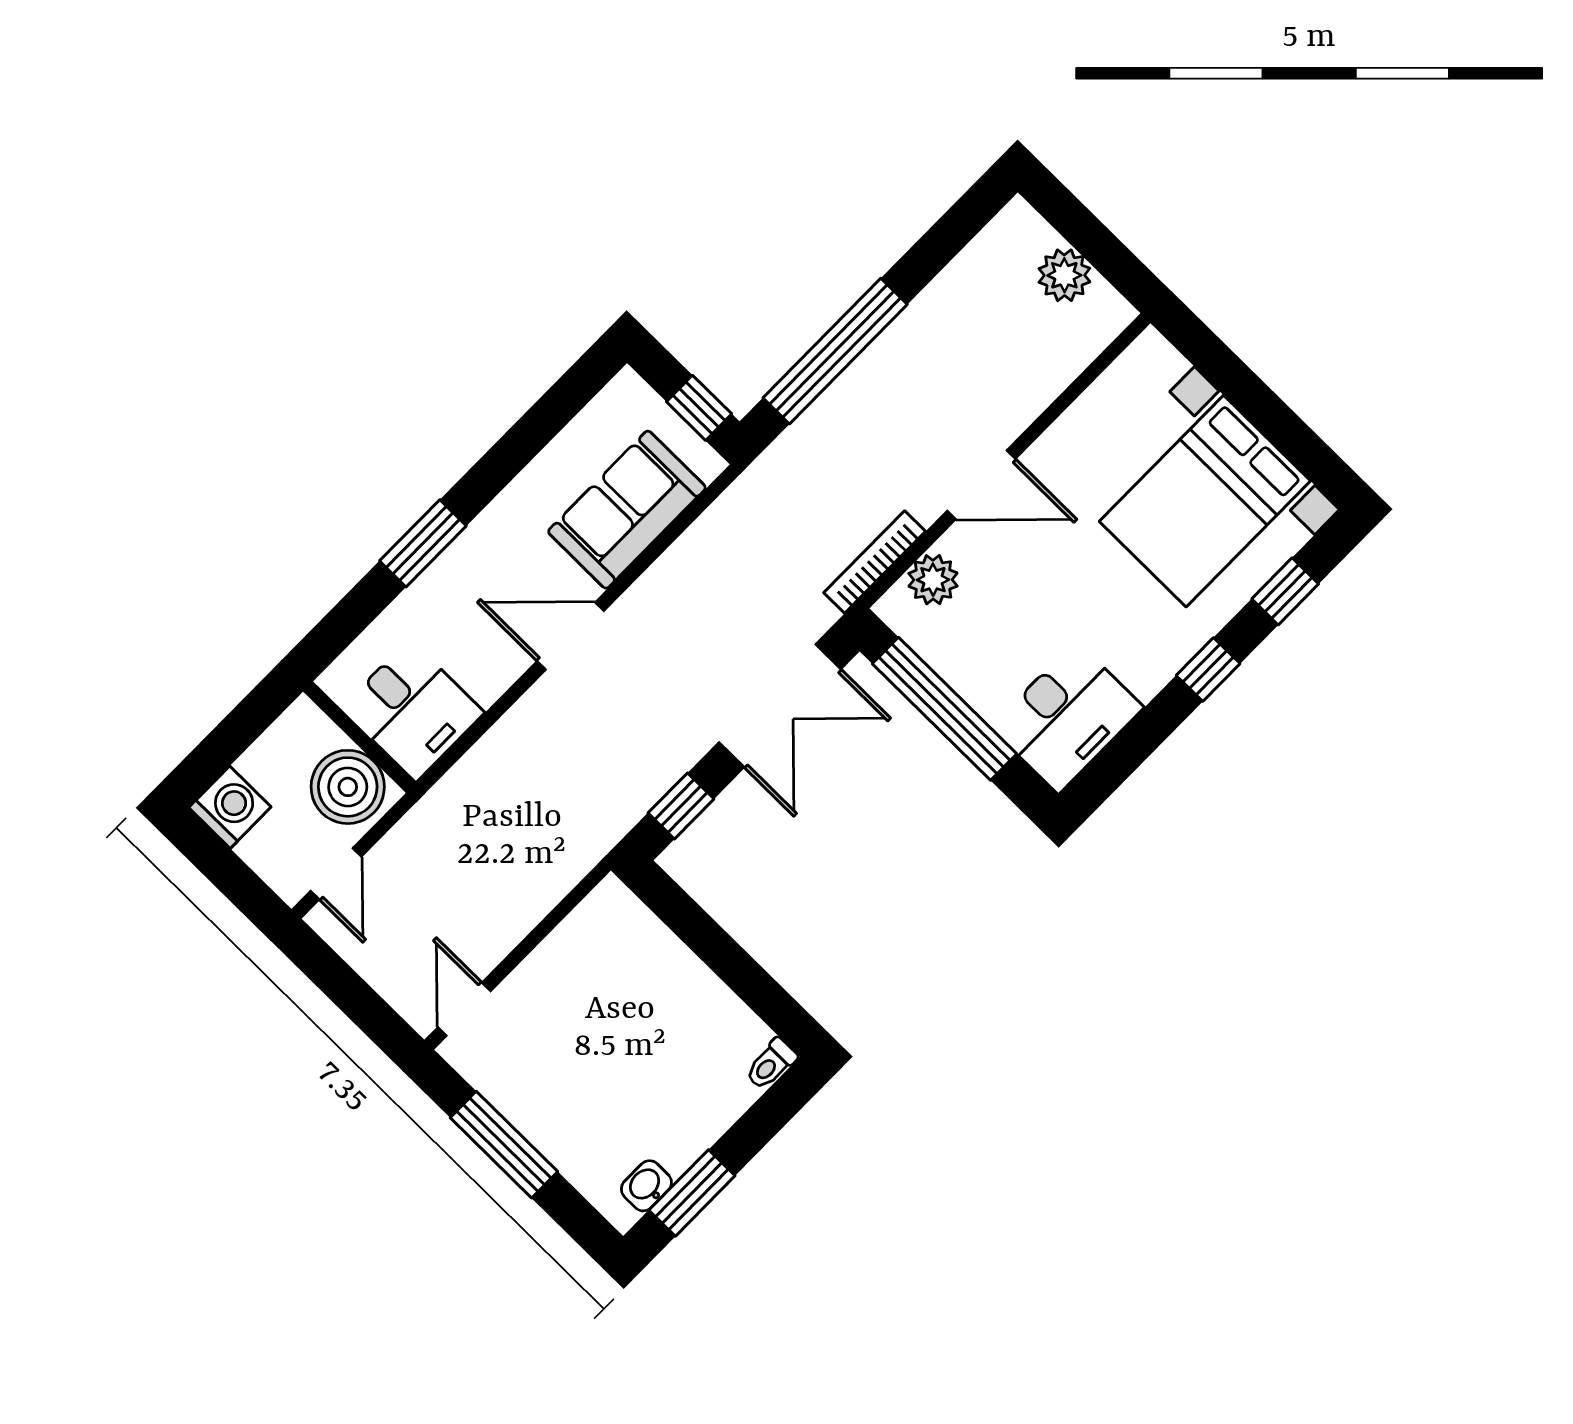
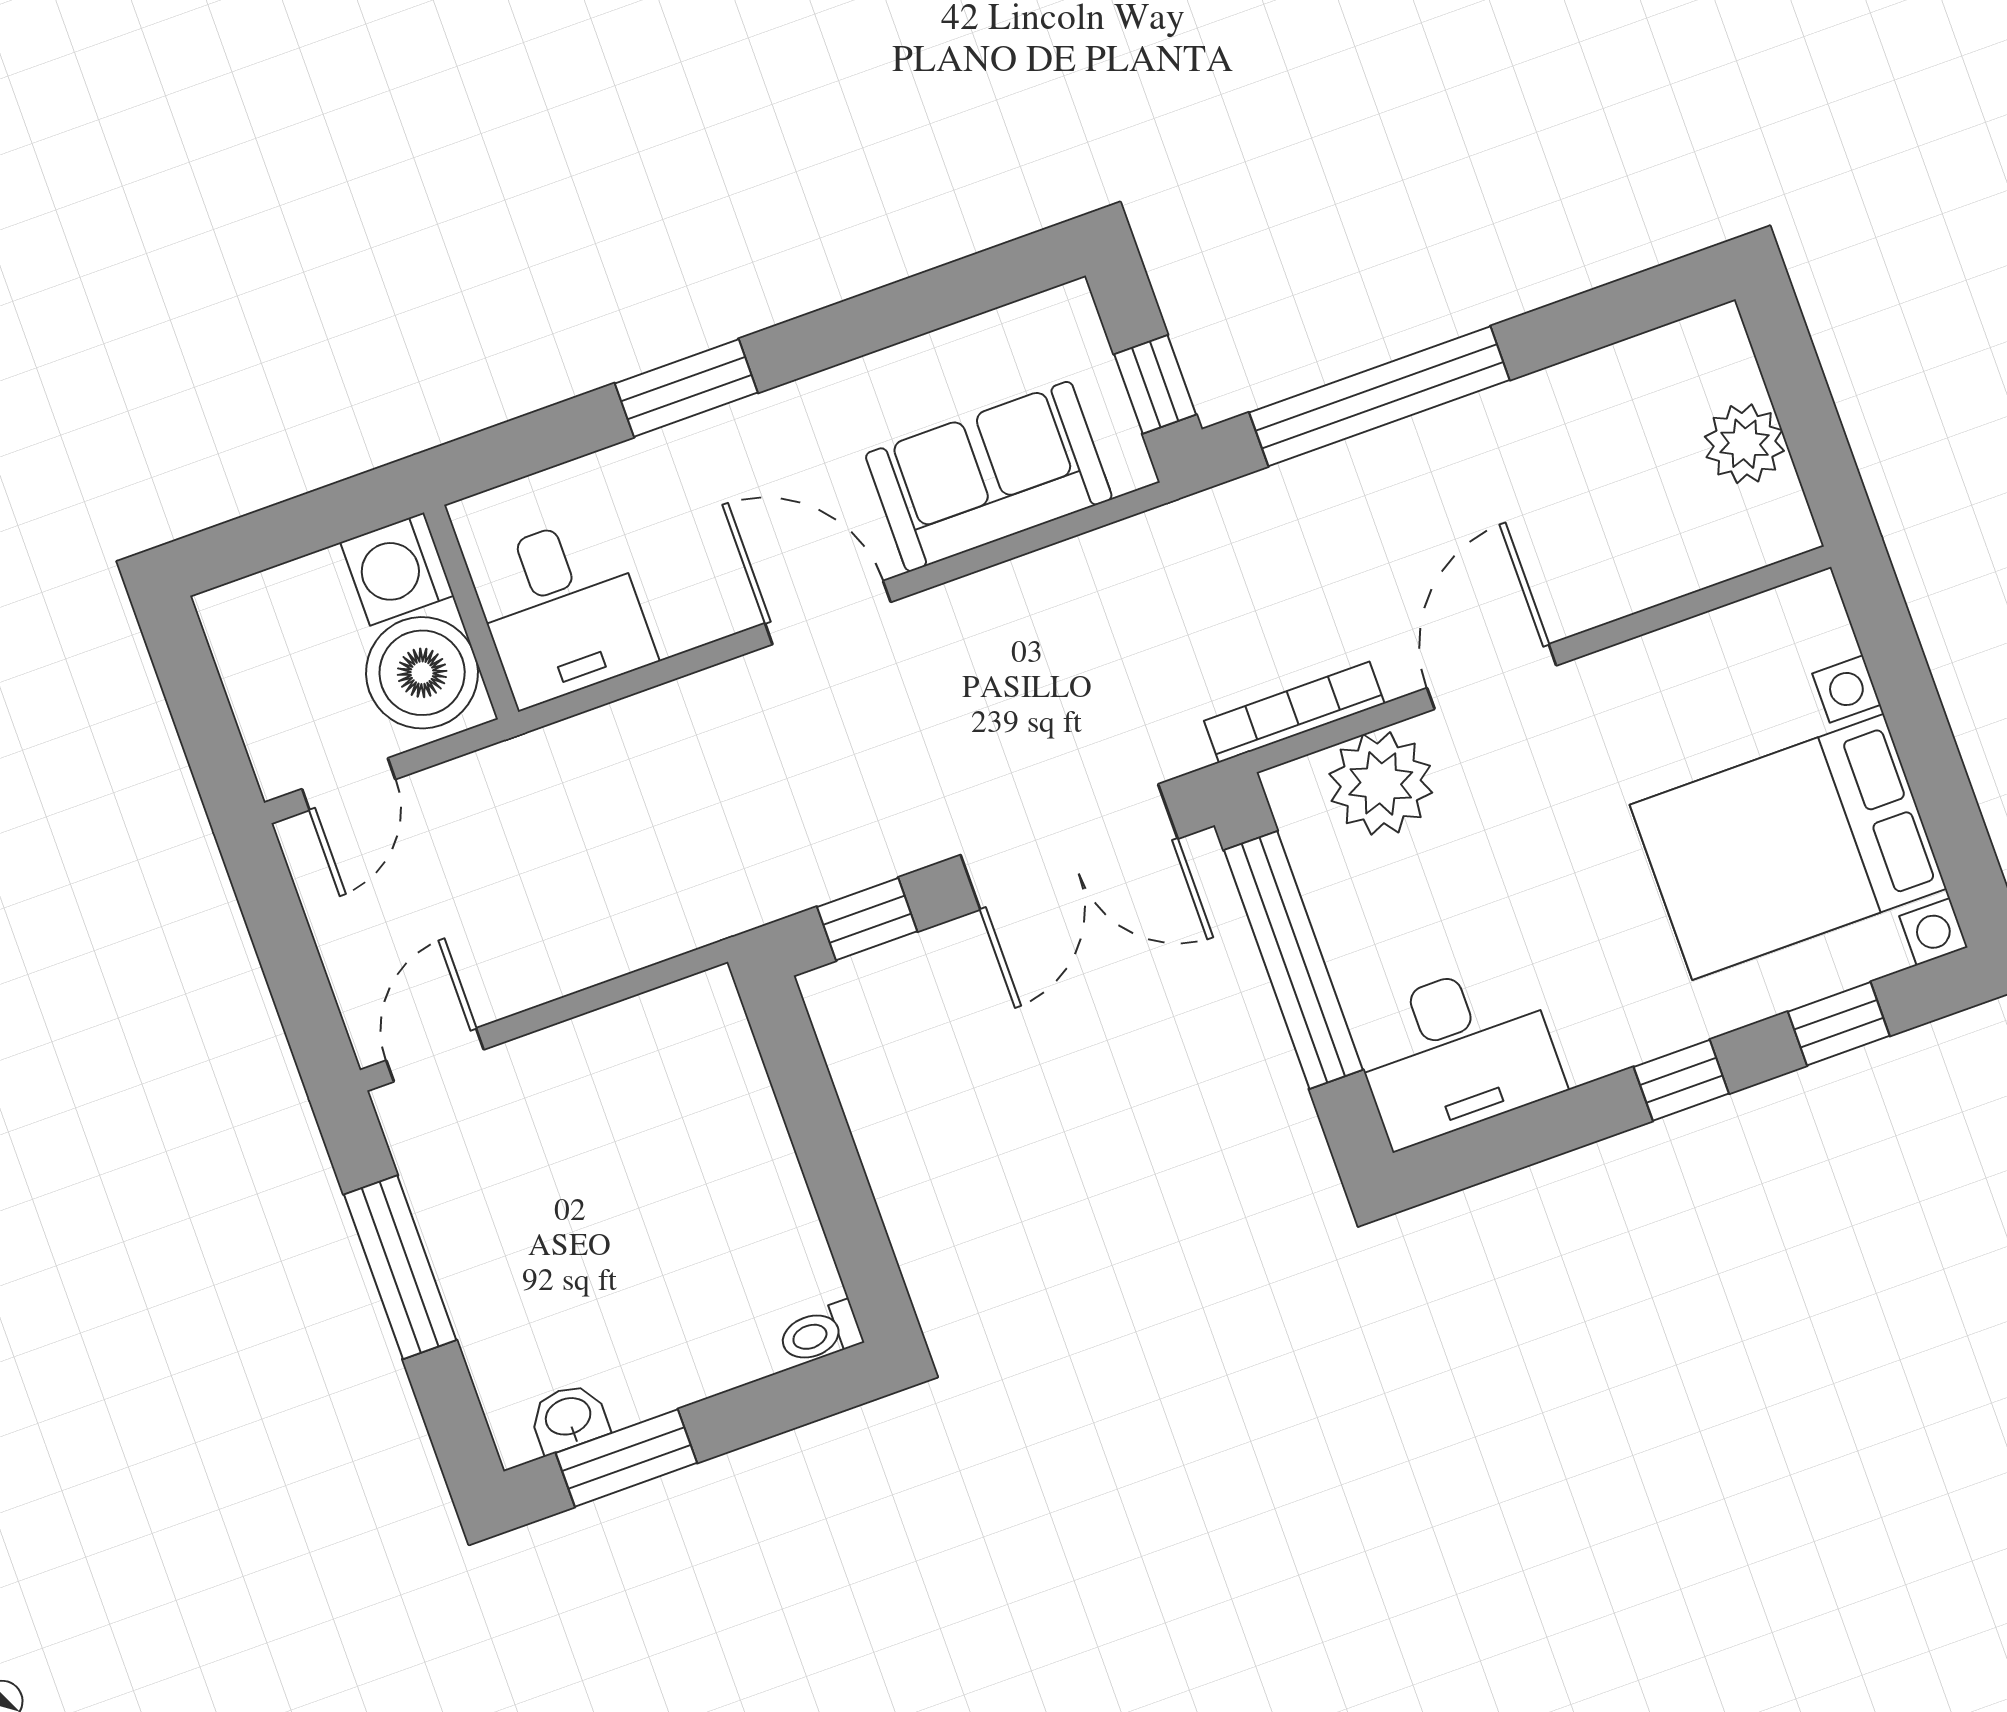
door: (981, 485) -> (1492, 677), swing flipped
plant: (933, 580) -> (1381, 783), width x1.36, depth x1.36
washing machine: (230, 807) -> (397, 569), moved, turned 180

